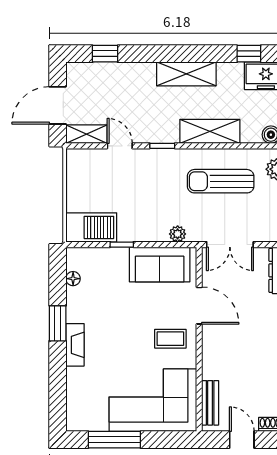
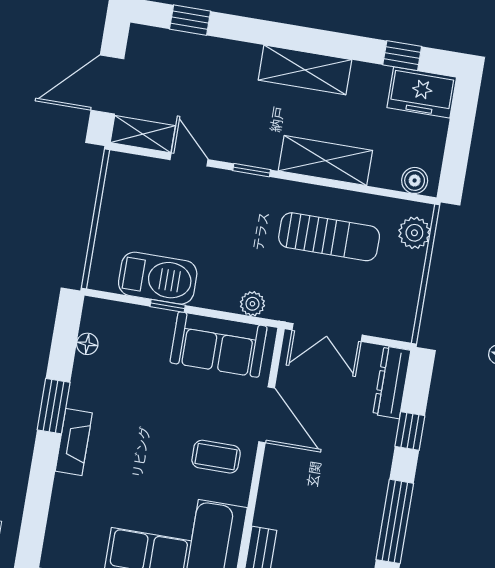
sun lounger: (221, 181) -> (329, 237), turned 180
barbecue: (91, 227) -> (158, 278), moved

